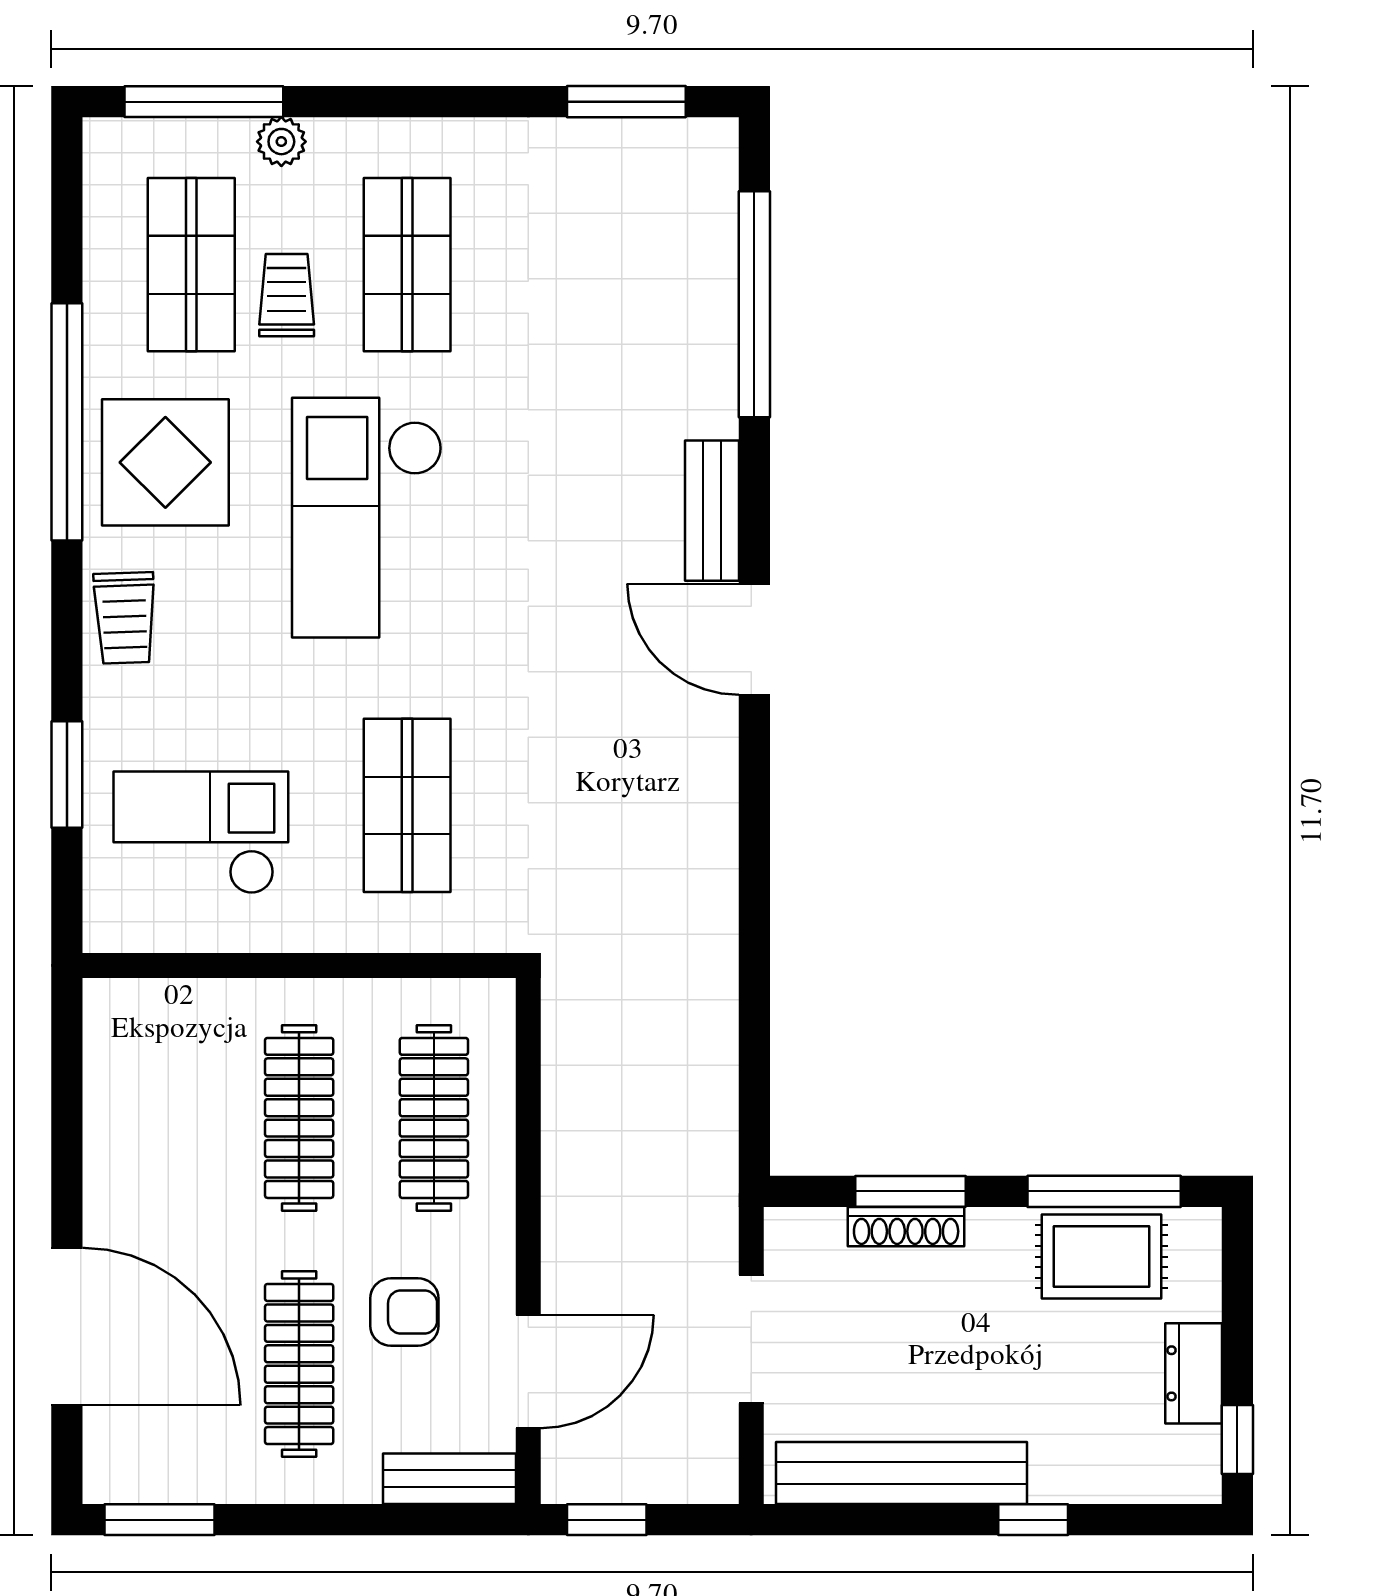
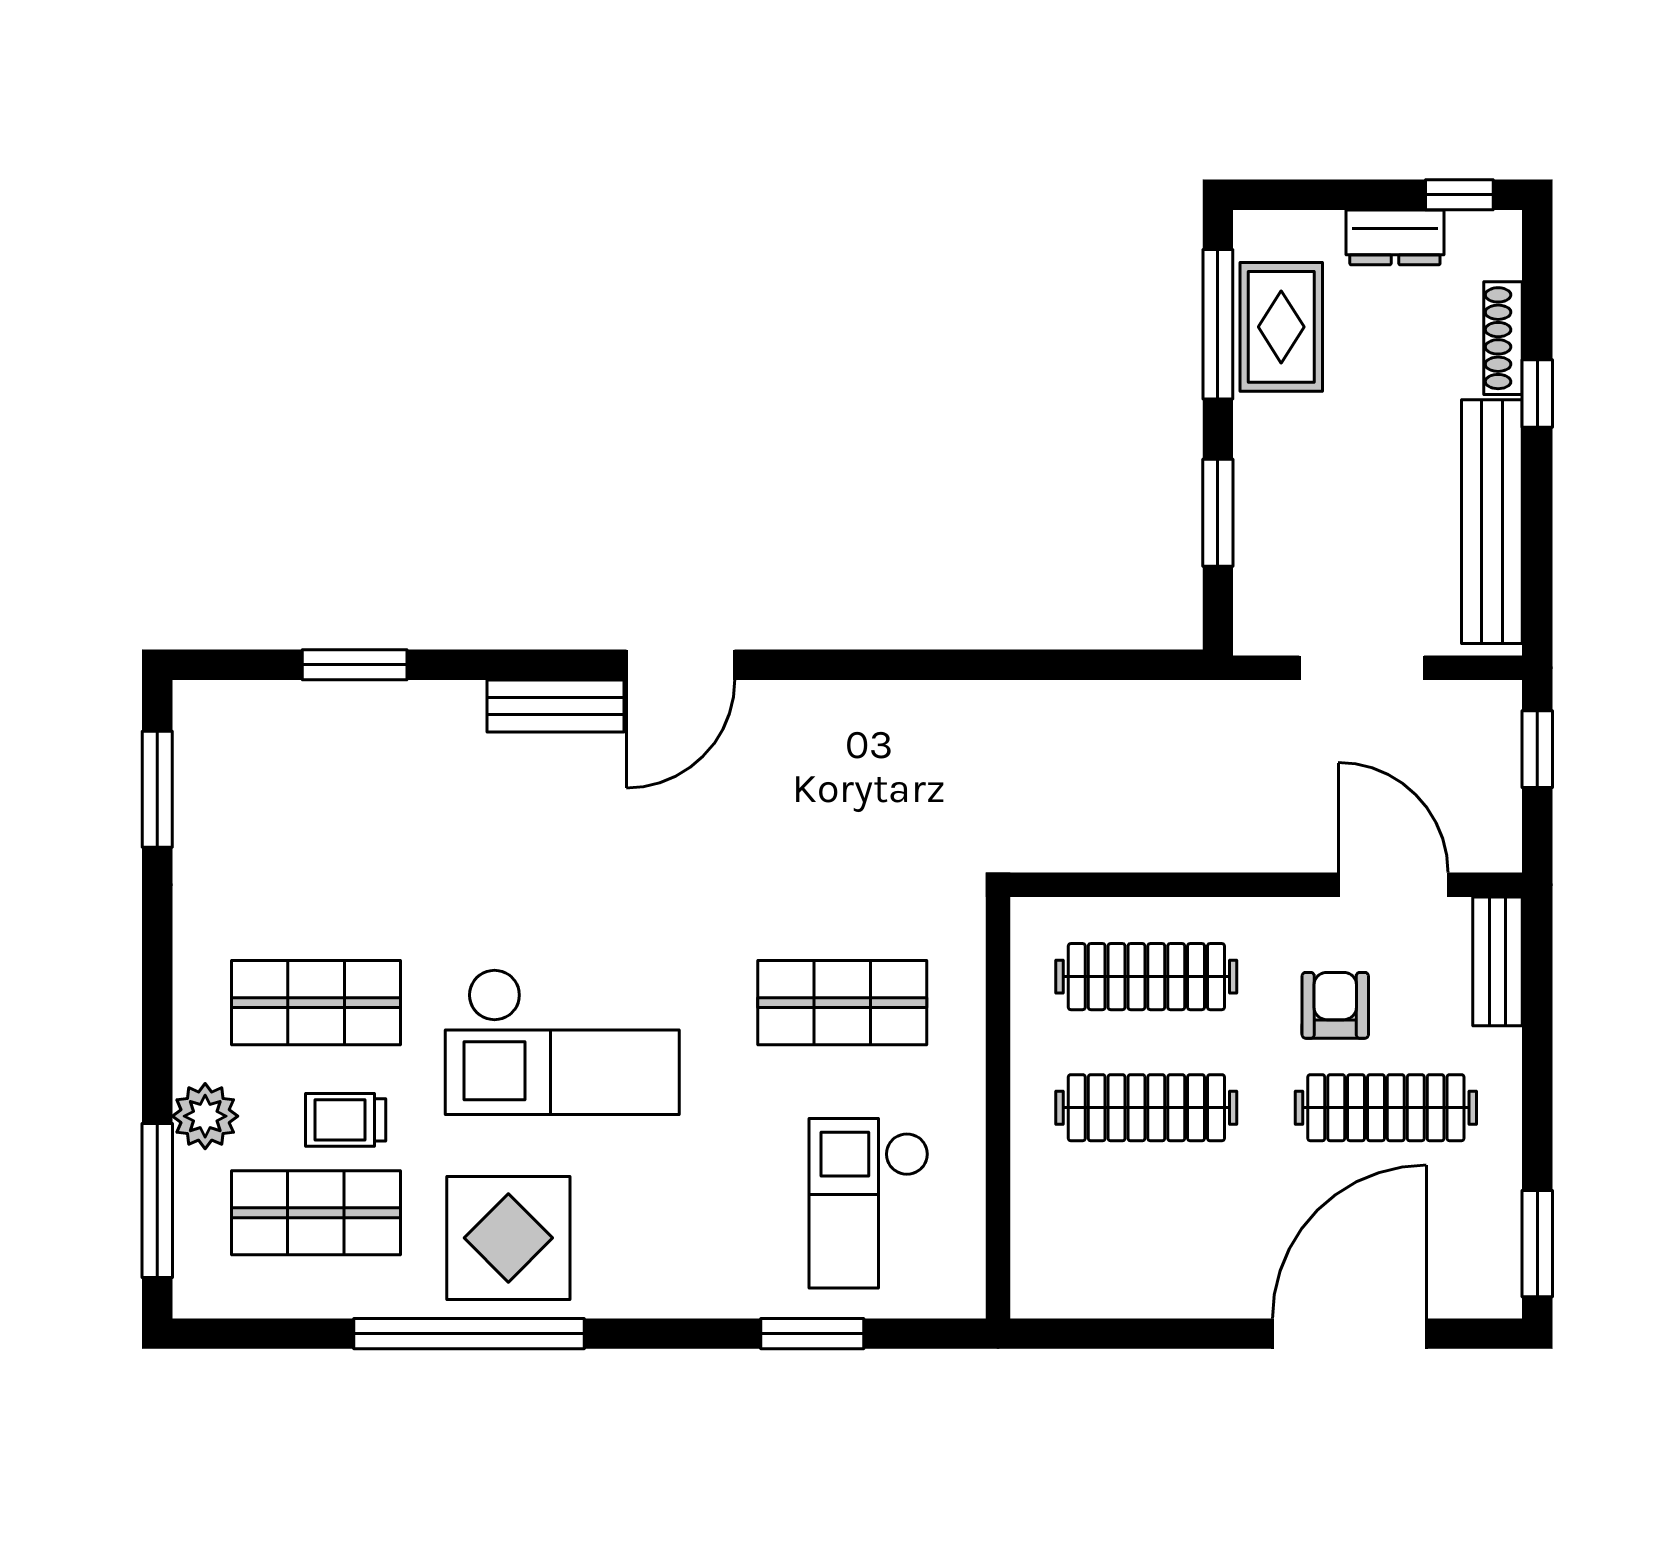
plant: (281, 142) -> (205, 1116), width x1.38, depth x1.38
window: (754, 304) -> (355, 665), width x0.47
trolley: (125, 618) -> (660, 1277), removed
shoe rack: (906, 1227) -> (1503, 338), moved, turned 180
window: (607, 1520) -> (1537, 749), moved

